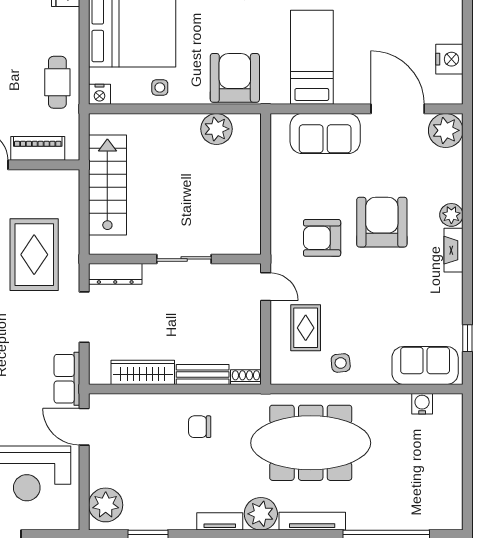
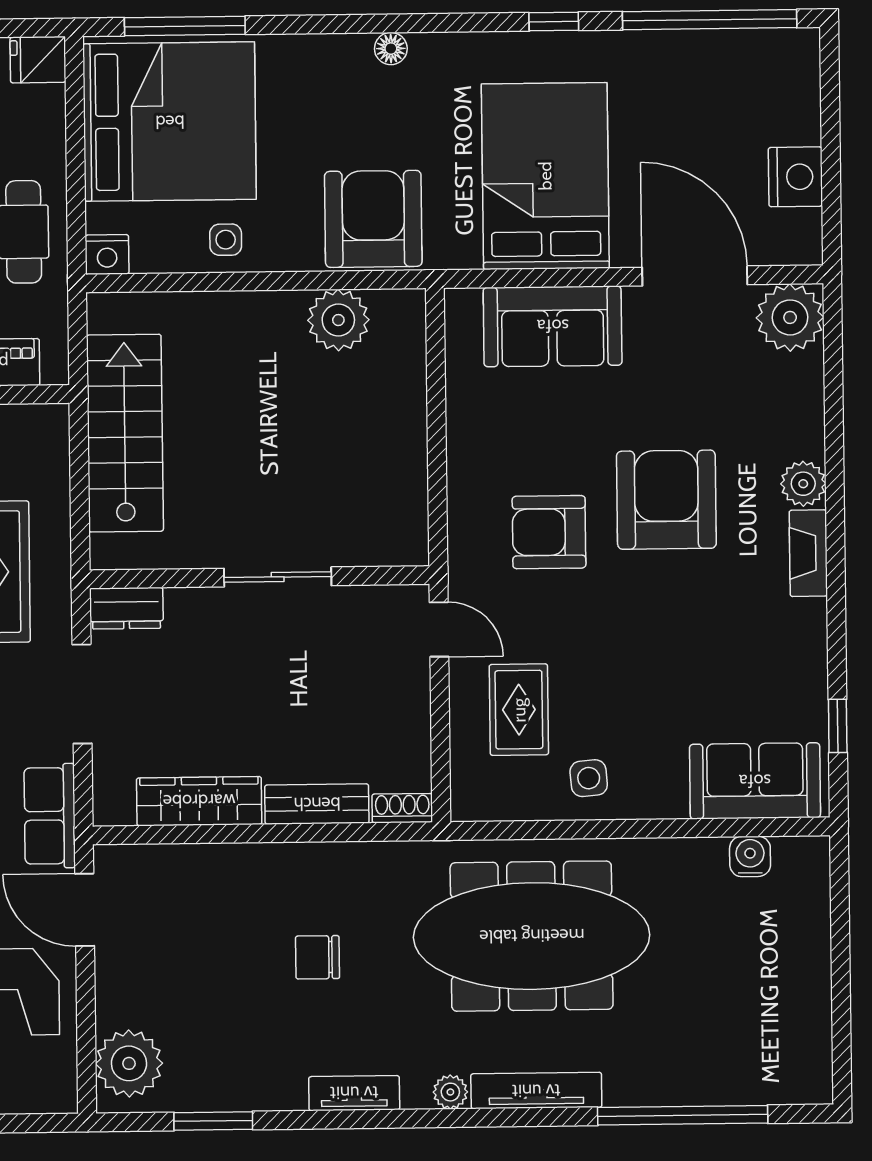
bed: (312, 57) -> (545, 176), width x1.50
dresser: (115, 274) -> (126, 608), width x0.70
chair: (200, 427) -> (317, 957), moved
plant: (261, 514) -> (450, 1092), width x0.53, depth x0.53

